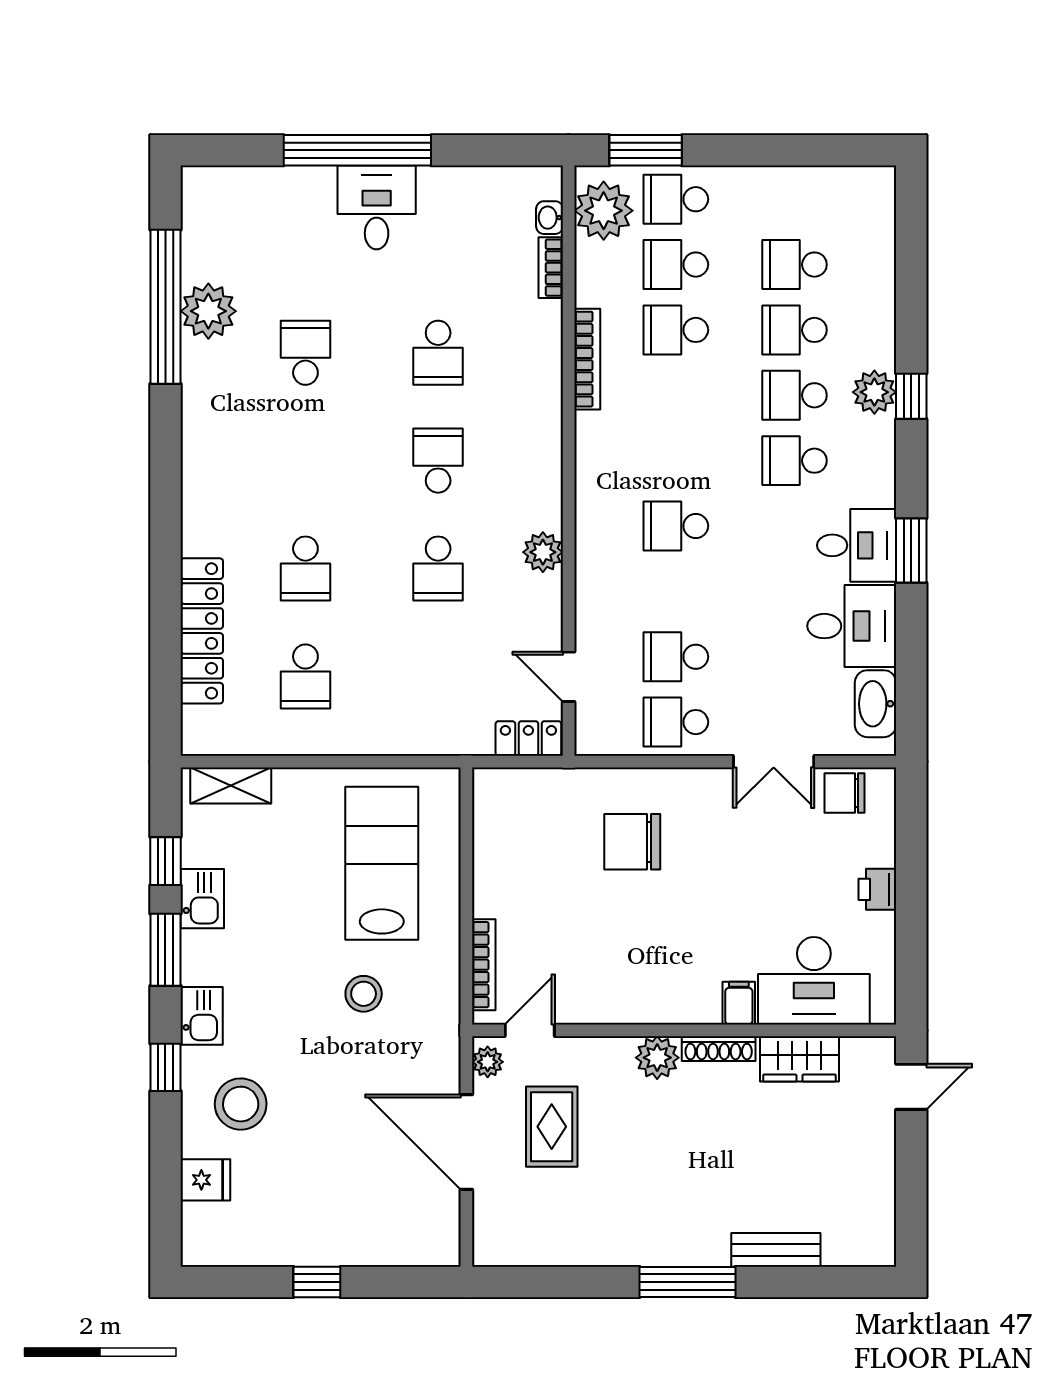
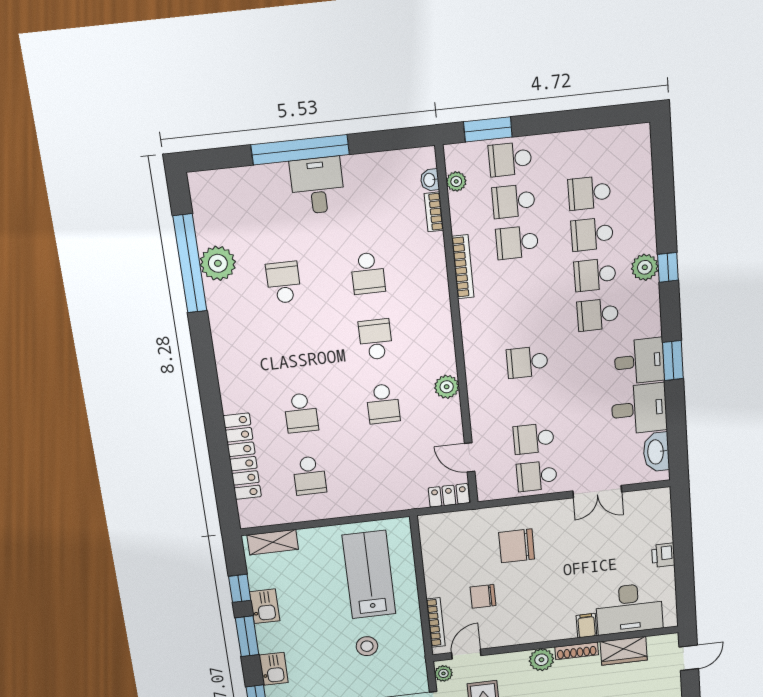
plant: (604, 211) -> (456, 181), width x0.53, depth x0.53
chair: (845, 793) -> (483, 596), moved

